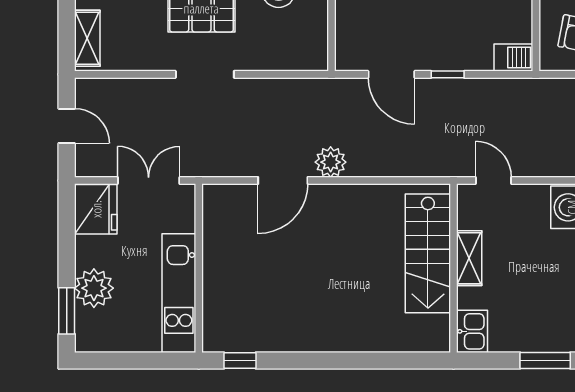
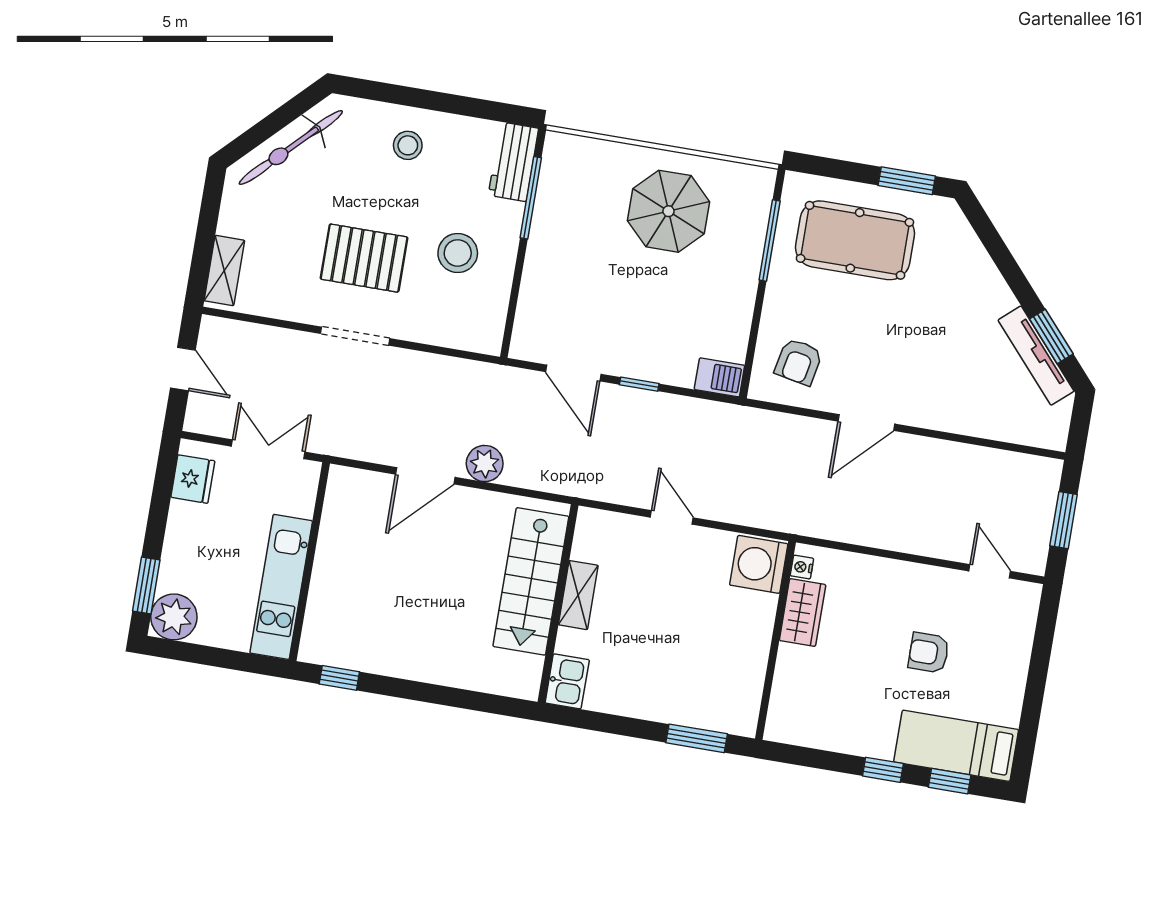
fridge: (96, 209) -> (193, 479), width x0.73, depth x0.75
stairs: (428, 253) -> (531, 581), moved
shelving: (469, 258) -> (578, 595), moved
wall: (454, 268) -> (558, 604), moved
plant: (94, 288) -> (174, 617), moved
kitchen sink: (472, 331) -> (567, 681), moved

